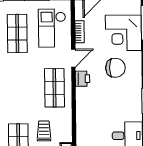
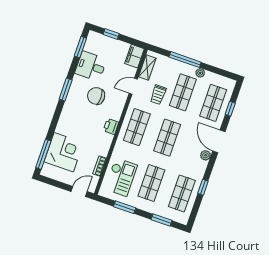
door: (73, 58) -> (133, 86), moved
chair: (115, 68) -> (96, 96), moved
shop shelf: (18, 88) -> (167, 138), added

